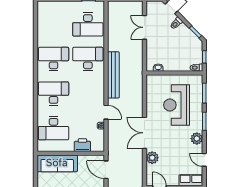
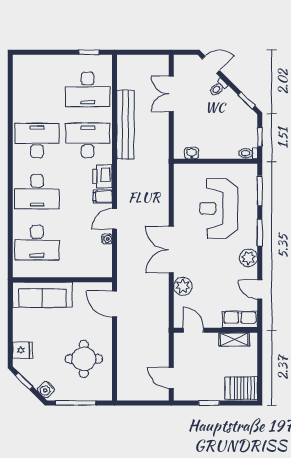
bench: (113, 75) -> (125, 125), moved
desk: (54, 94) -> (37, 192), turned 180
filing cabinet: (98, 97) -> (103, 197), added
door: (106, 112) -> (114, 219), swing flipped
printer: (82, 145) -> (102, 177), moved, turned -90

